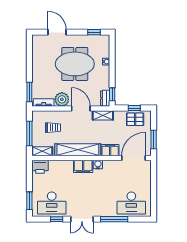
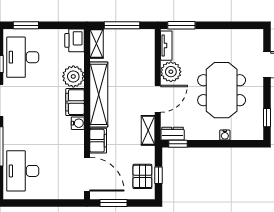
trolley: (53, 128) -> (130, 59), removed
plant: (65, 168) -> (73, 76), added

